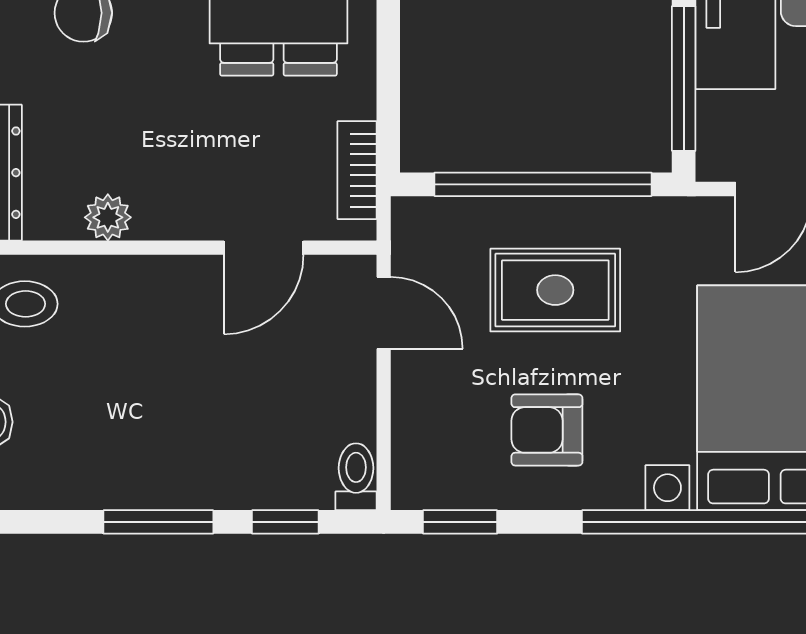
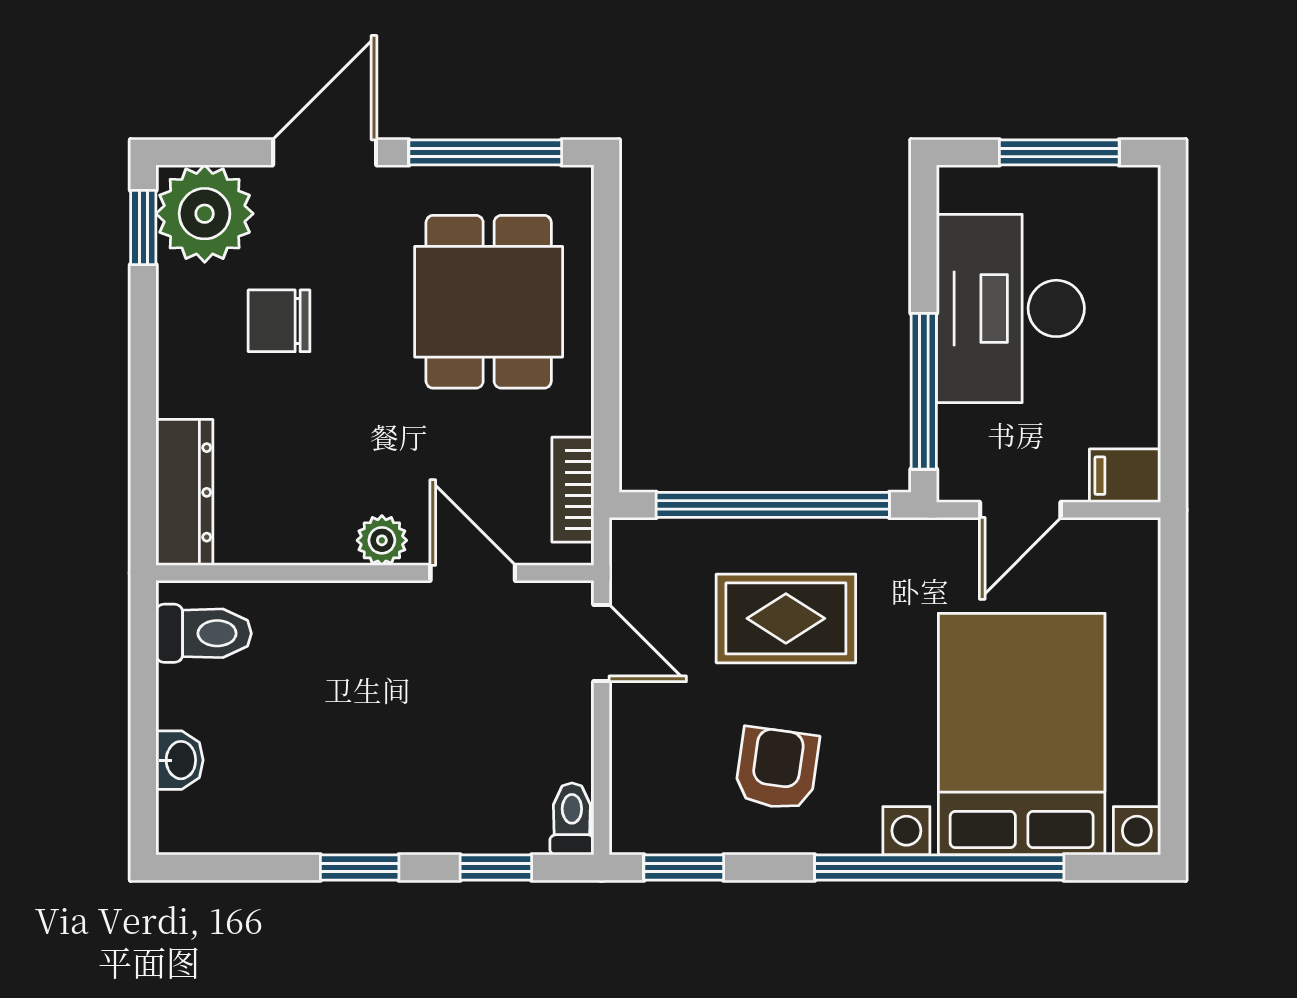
plant: (108, 217) -> (382, 540), moved
door: (264, 248) -> (473, 573), swing flipped
armchair: (547, 430) -> (777, 769), turned 98
window: (158, 522) -> (360, 867), width x0.67

